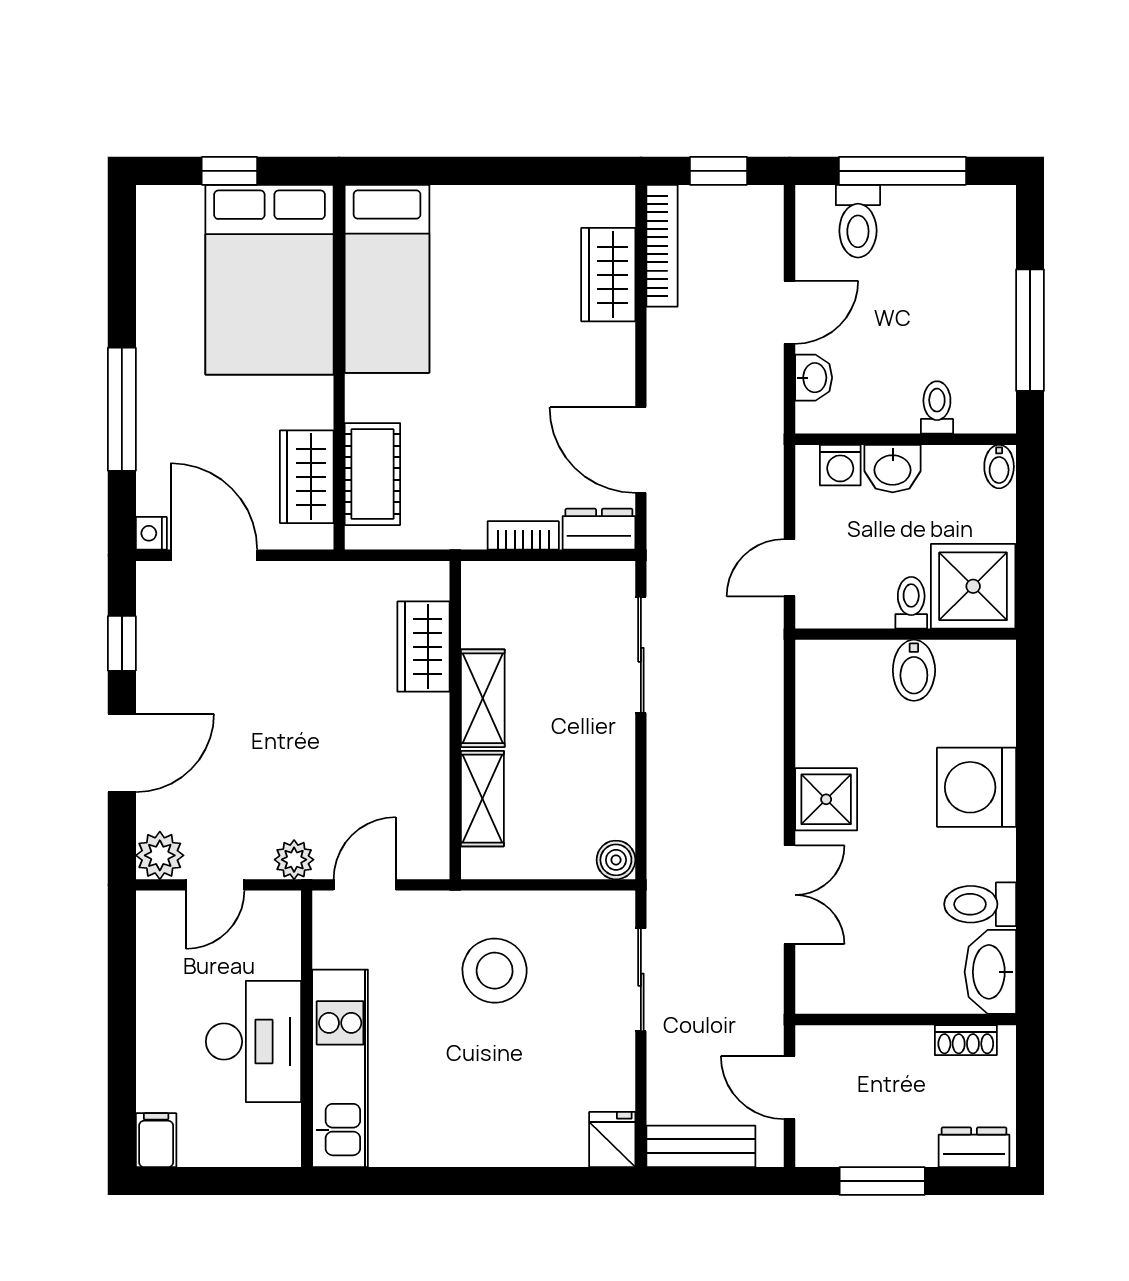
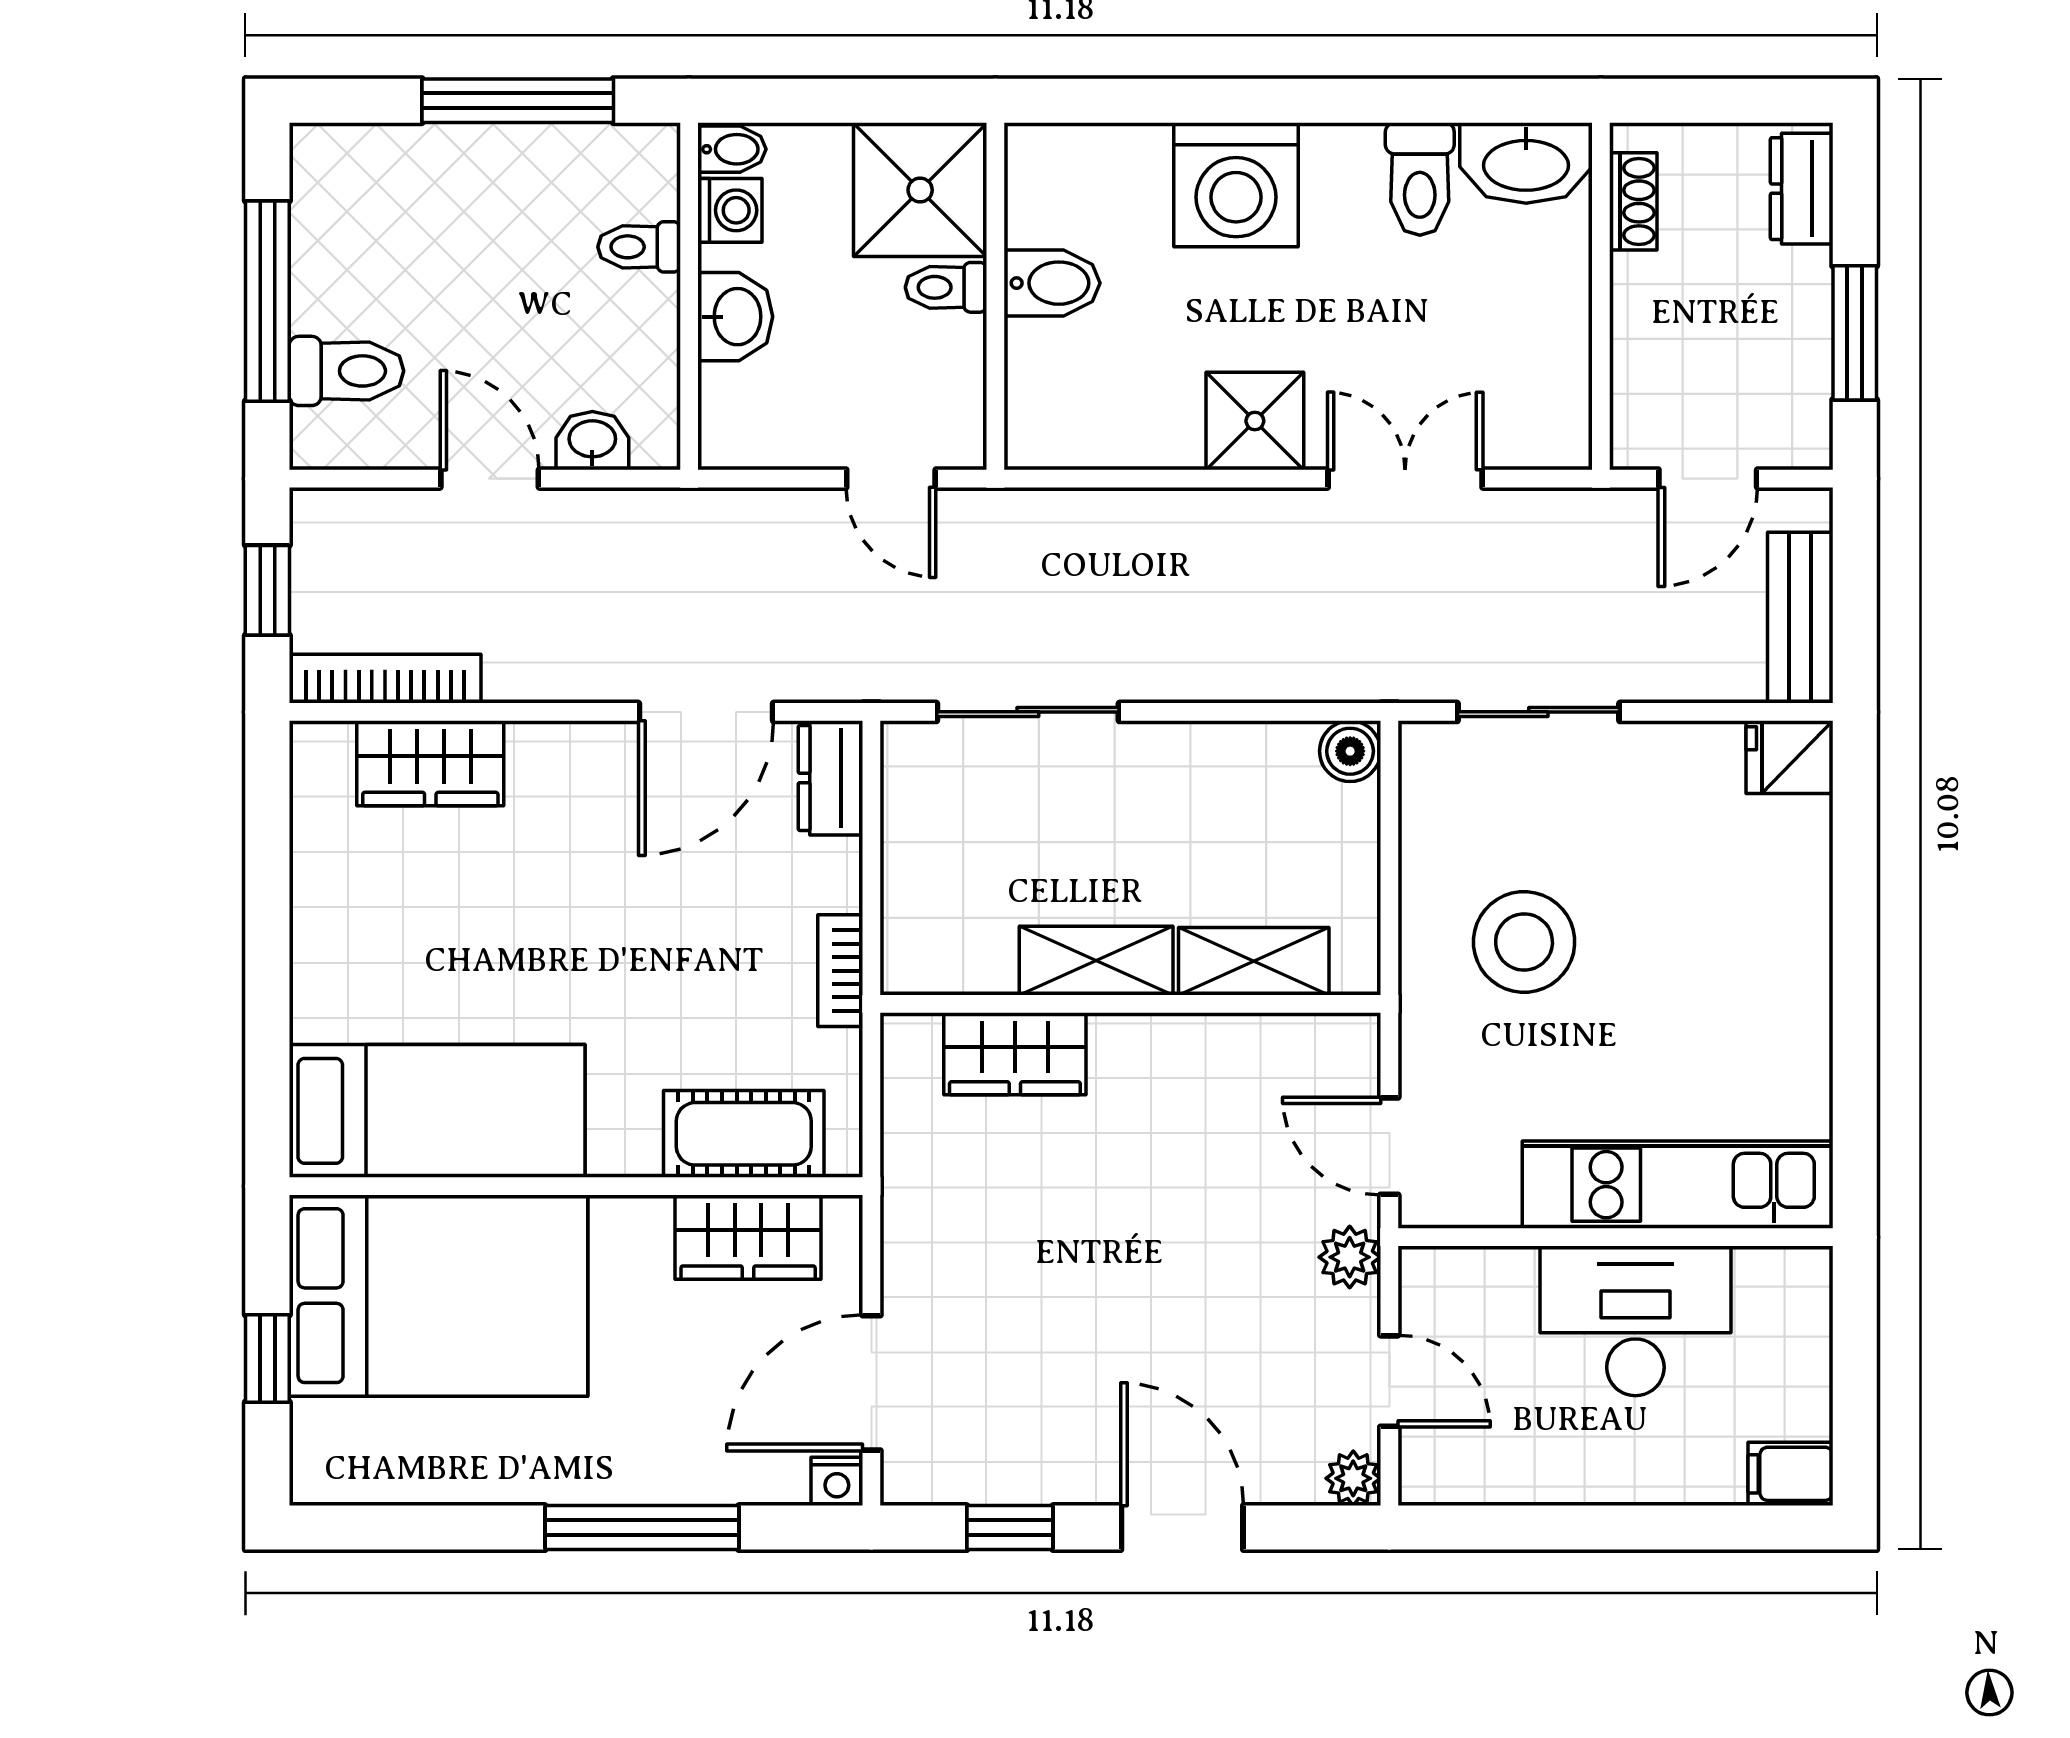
washing machine: (840, 465) -> (730, 210), moved
bookcase: (523, 535) -> (840, 971), moved
plant: (160, 855) -> (1353, 1478), width x0.73, depth x0.73

